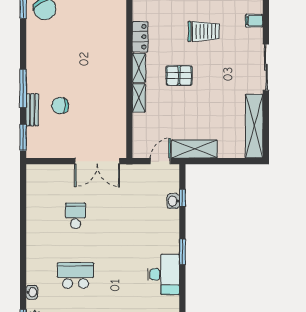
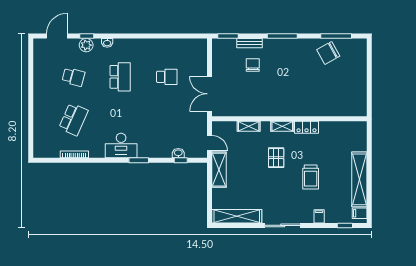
window: (23, 88) -> (282, 36), moved
shelving: (139, 98) -> (249, 126), moved

